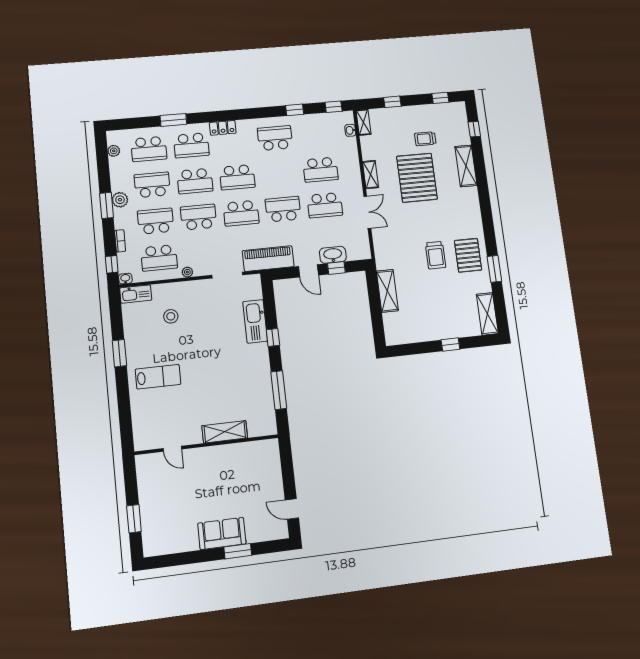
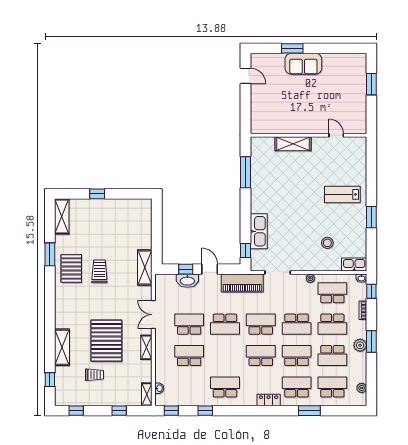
school desk: (275, 138) -> (225, 387), turned 180
shelving: (387, 291) -> (145, 267), moved
window: (273, 337) -> (245, 250), moved

